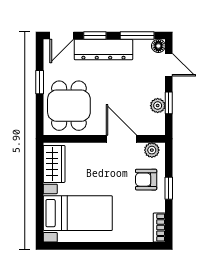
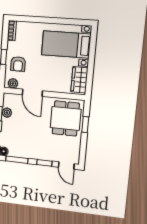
door: (62, 36) -> (66, 166), swing flipped
dresser: (103, 50) -> (39, 153), removed
window: (40, 82) -> (85, 125), moved
armchair: (146, 180) -> (18, 64), turned 90

